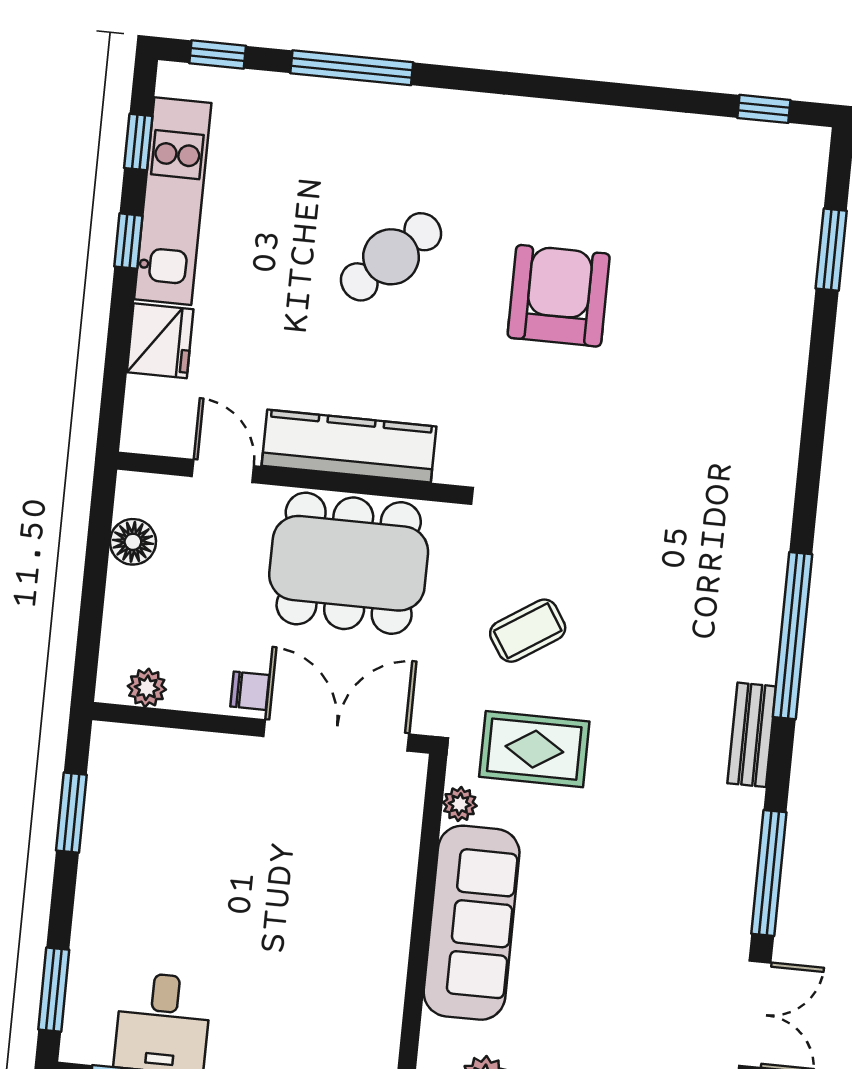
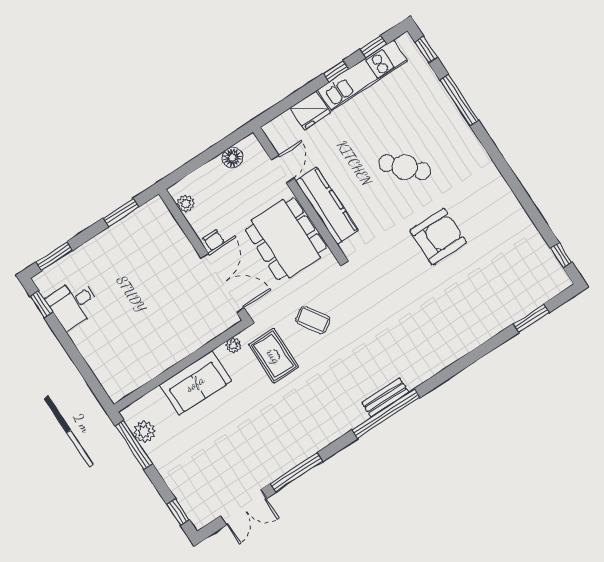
bench: (752, 735) -> (385, 397), moved
sofa: (472, 923) -> (195, 383), width x0.73

